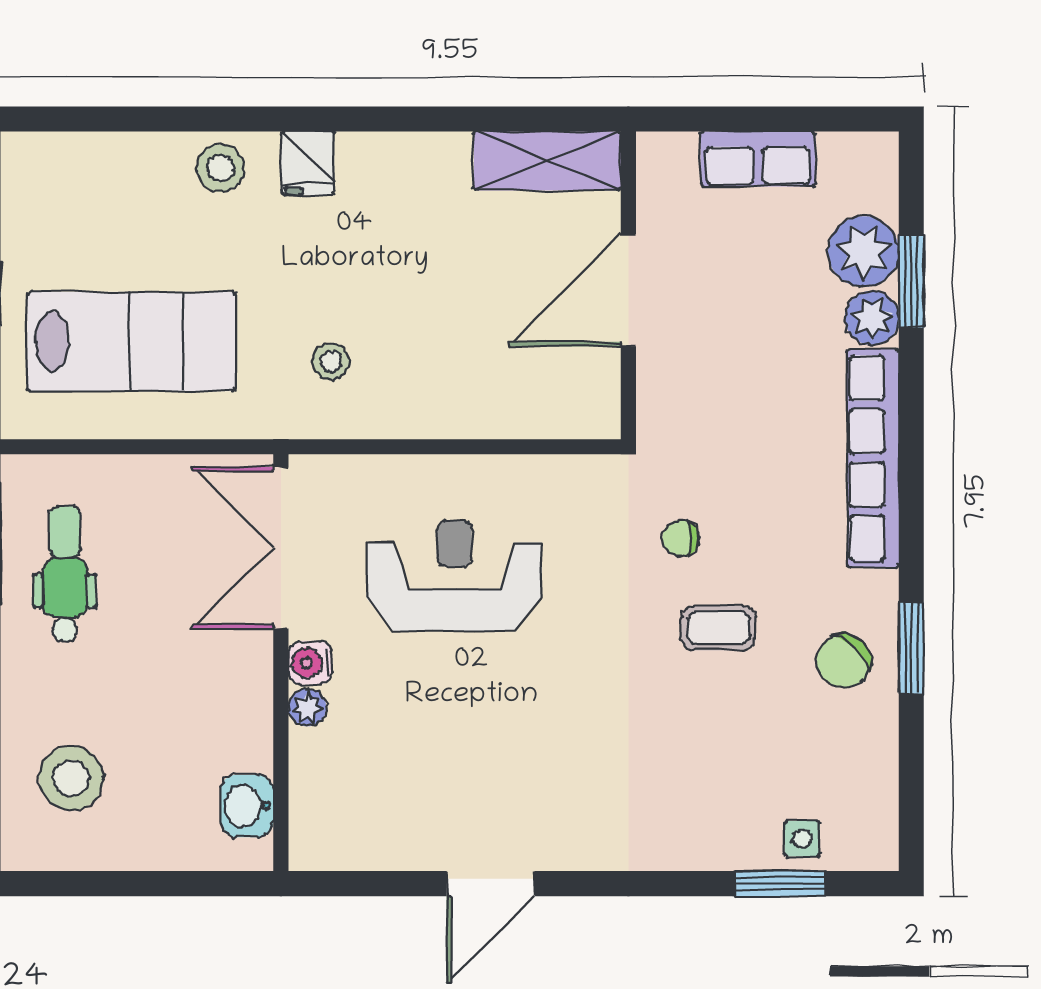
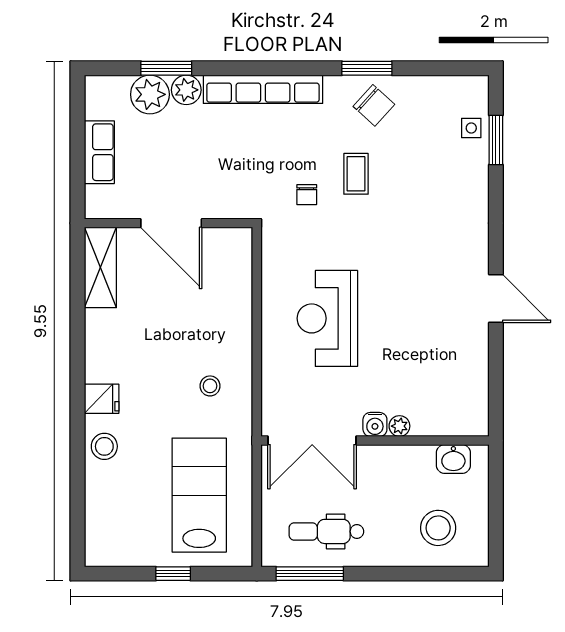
double door: (281, 548) -> (312, 440), moved
wall: (281, 663) -> (375, 440), moved
water cooler: (310, 663) -> (375, 424), moved
plant: (307, 707) -> (399, 426), moved
washbasin: (247, 806) -> (453, 459), moved

